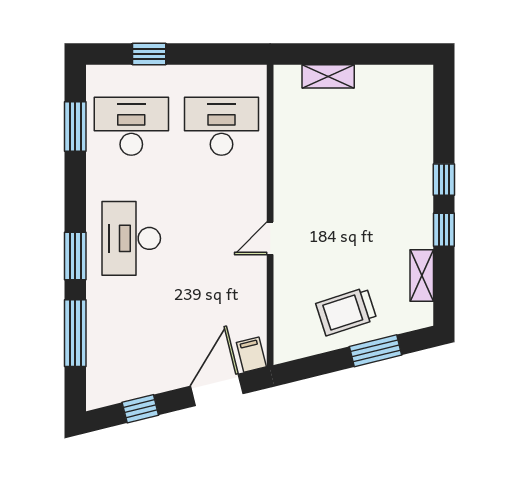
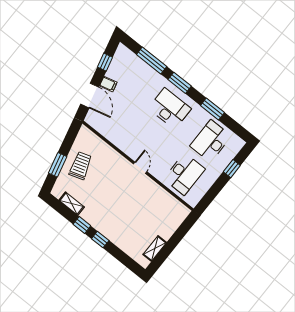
shelving: (328, 76) -> (155, 248), moved
window: (75, 126) -> (212, 109), moved
desk: (131, 126) -> (211, 141), turned 180
door: (270, 238) -> (140, 168), moved
filing cabinet: (251, 355) -> (108, 84), moved

